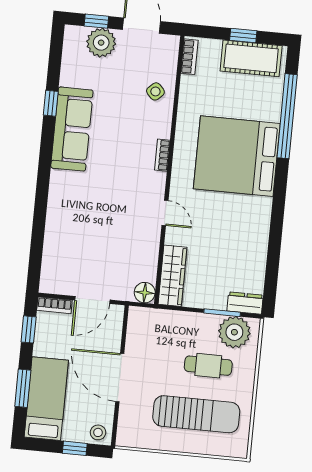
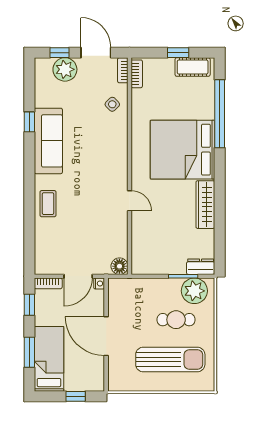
cot: (251, 58) -> (193, 67), width x0.73, depth x0.75
bookcase: (162, 155) -> (123, 70), moved
coffee table: (64, 207) -> (48, 204), added
wardrobe: (173, 276) -> (205, 205), moved, turned 180
nightstand: (117, 312) -> (99, 283), added
stool: (98, 432) -> (93, 382), removed

